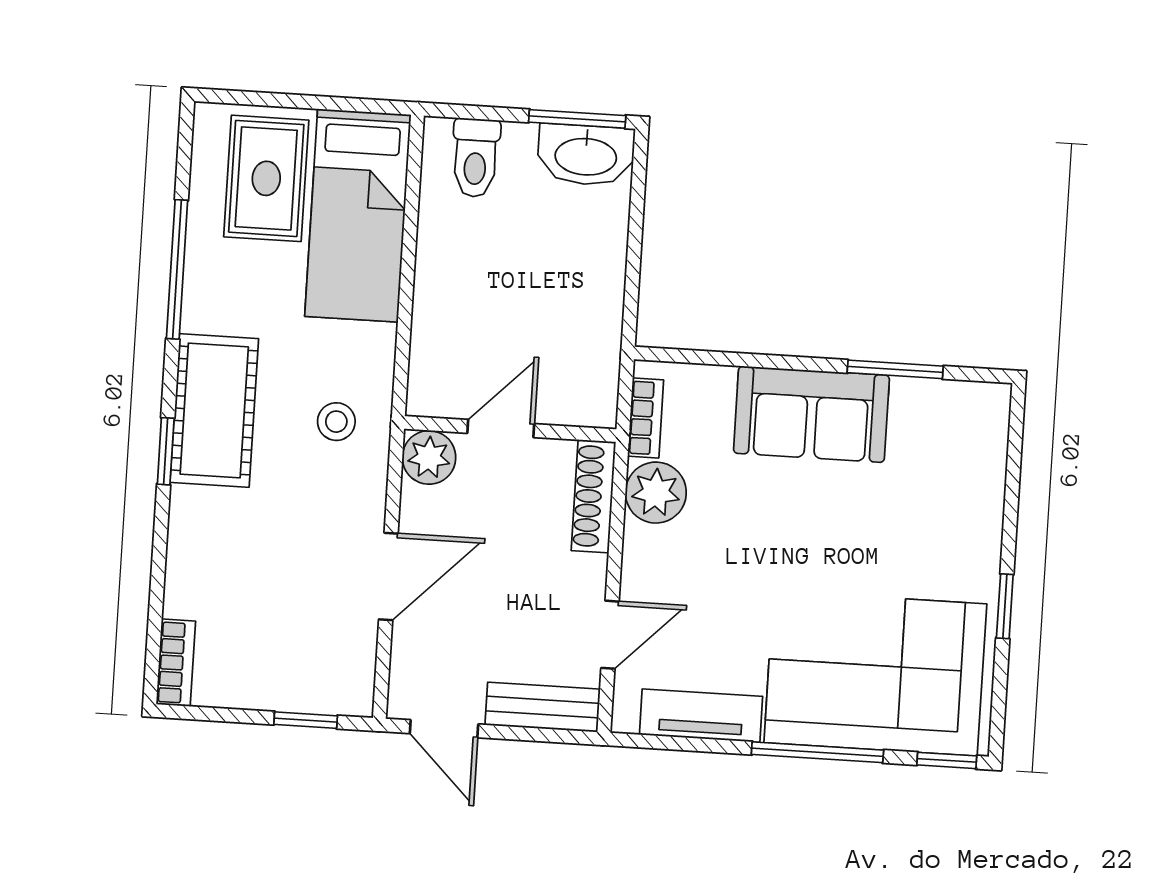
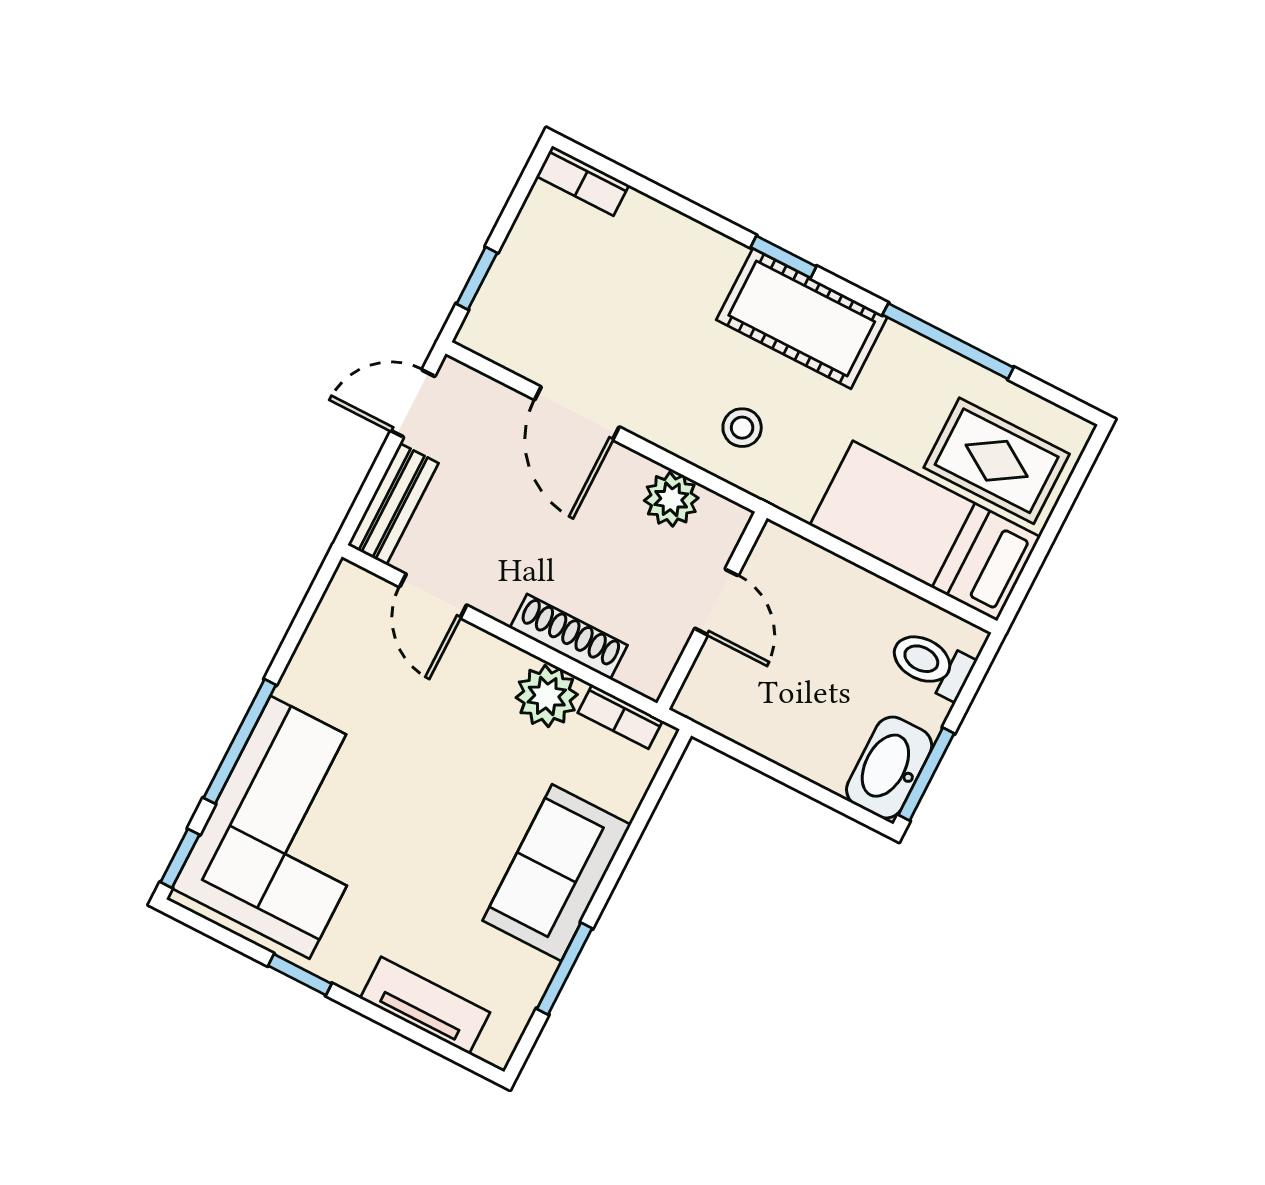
door: (501, 428) -> (716, 602), moved
wall: (510, 429) -> (712, 611), moved
tv unit: (701, 716) -> (425, 1005), moved, turned -90

